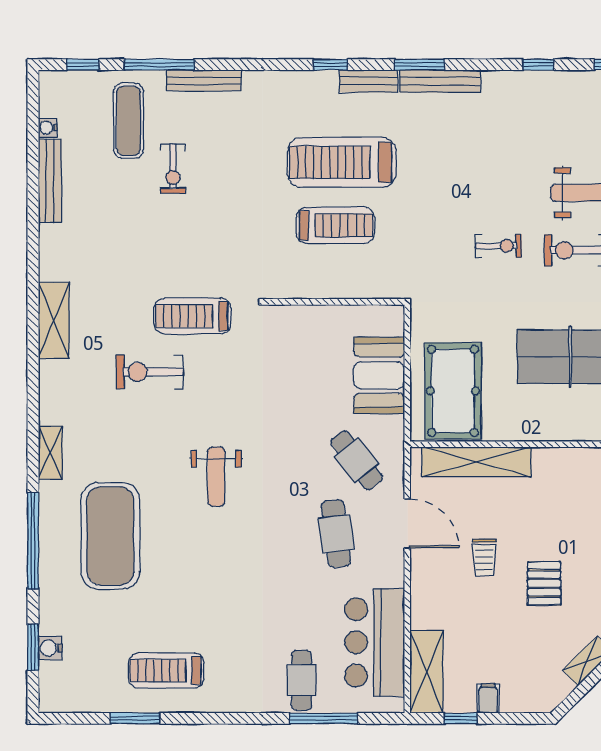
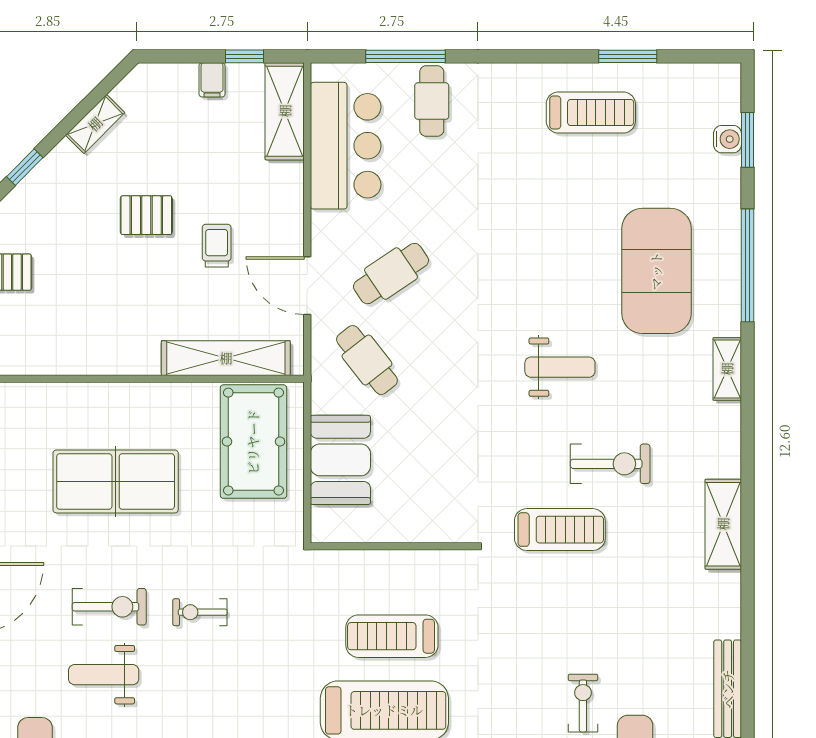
weight bench: (216, 477) -> (560, 367), moved, turned 90
cafe table: (336, 534) -> (391, 274), turned 63
pallet: (544, 583) -> (146, 215), turned 90

